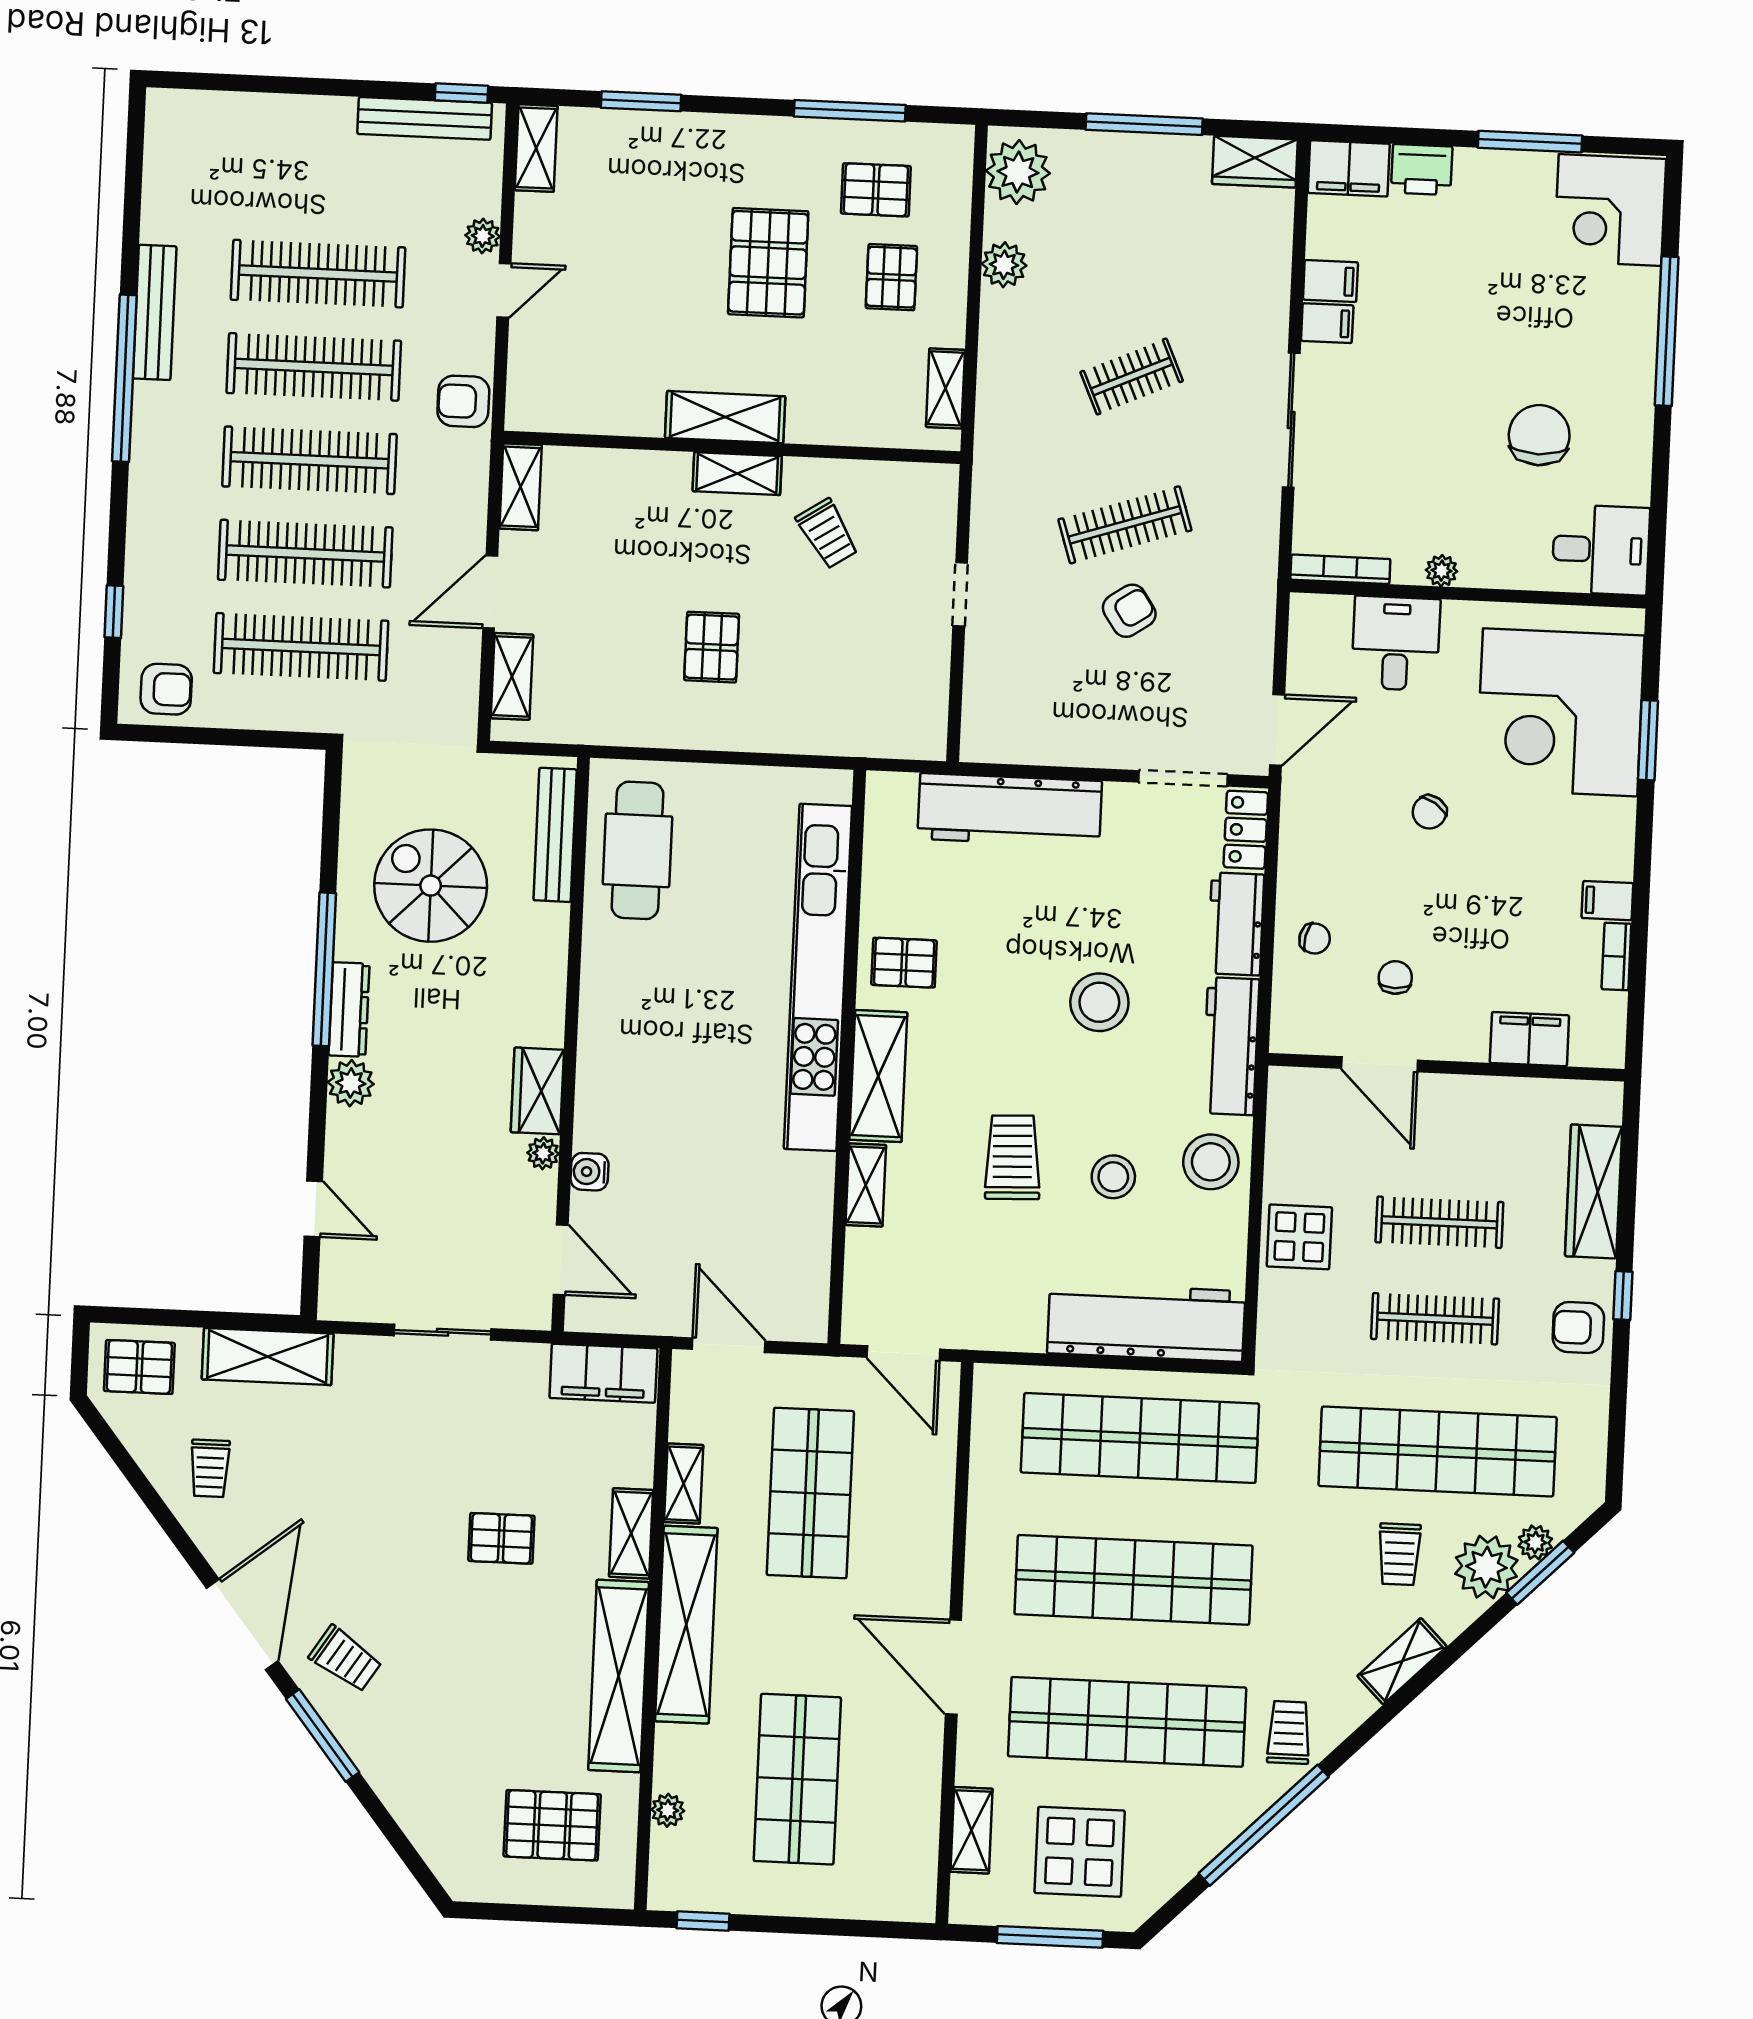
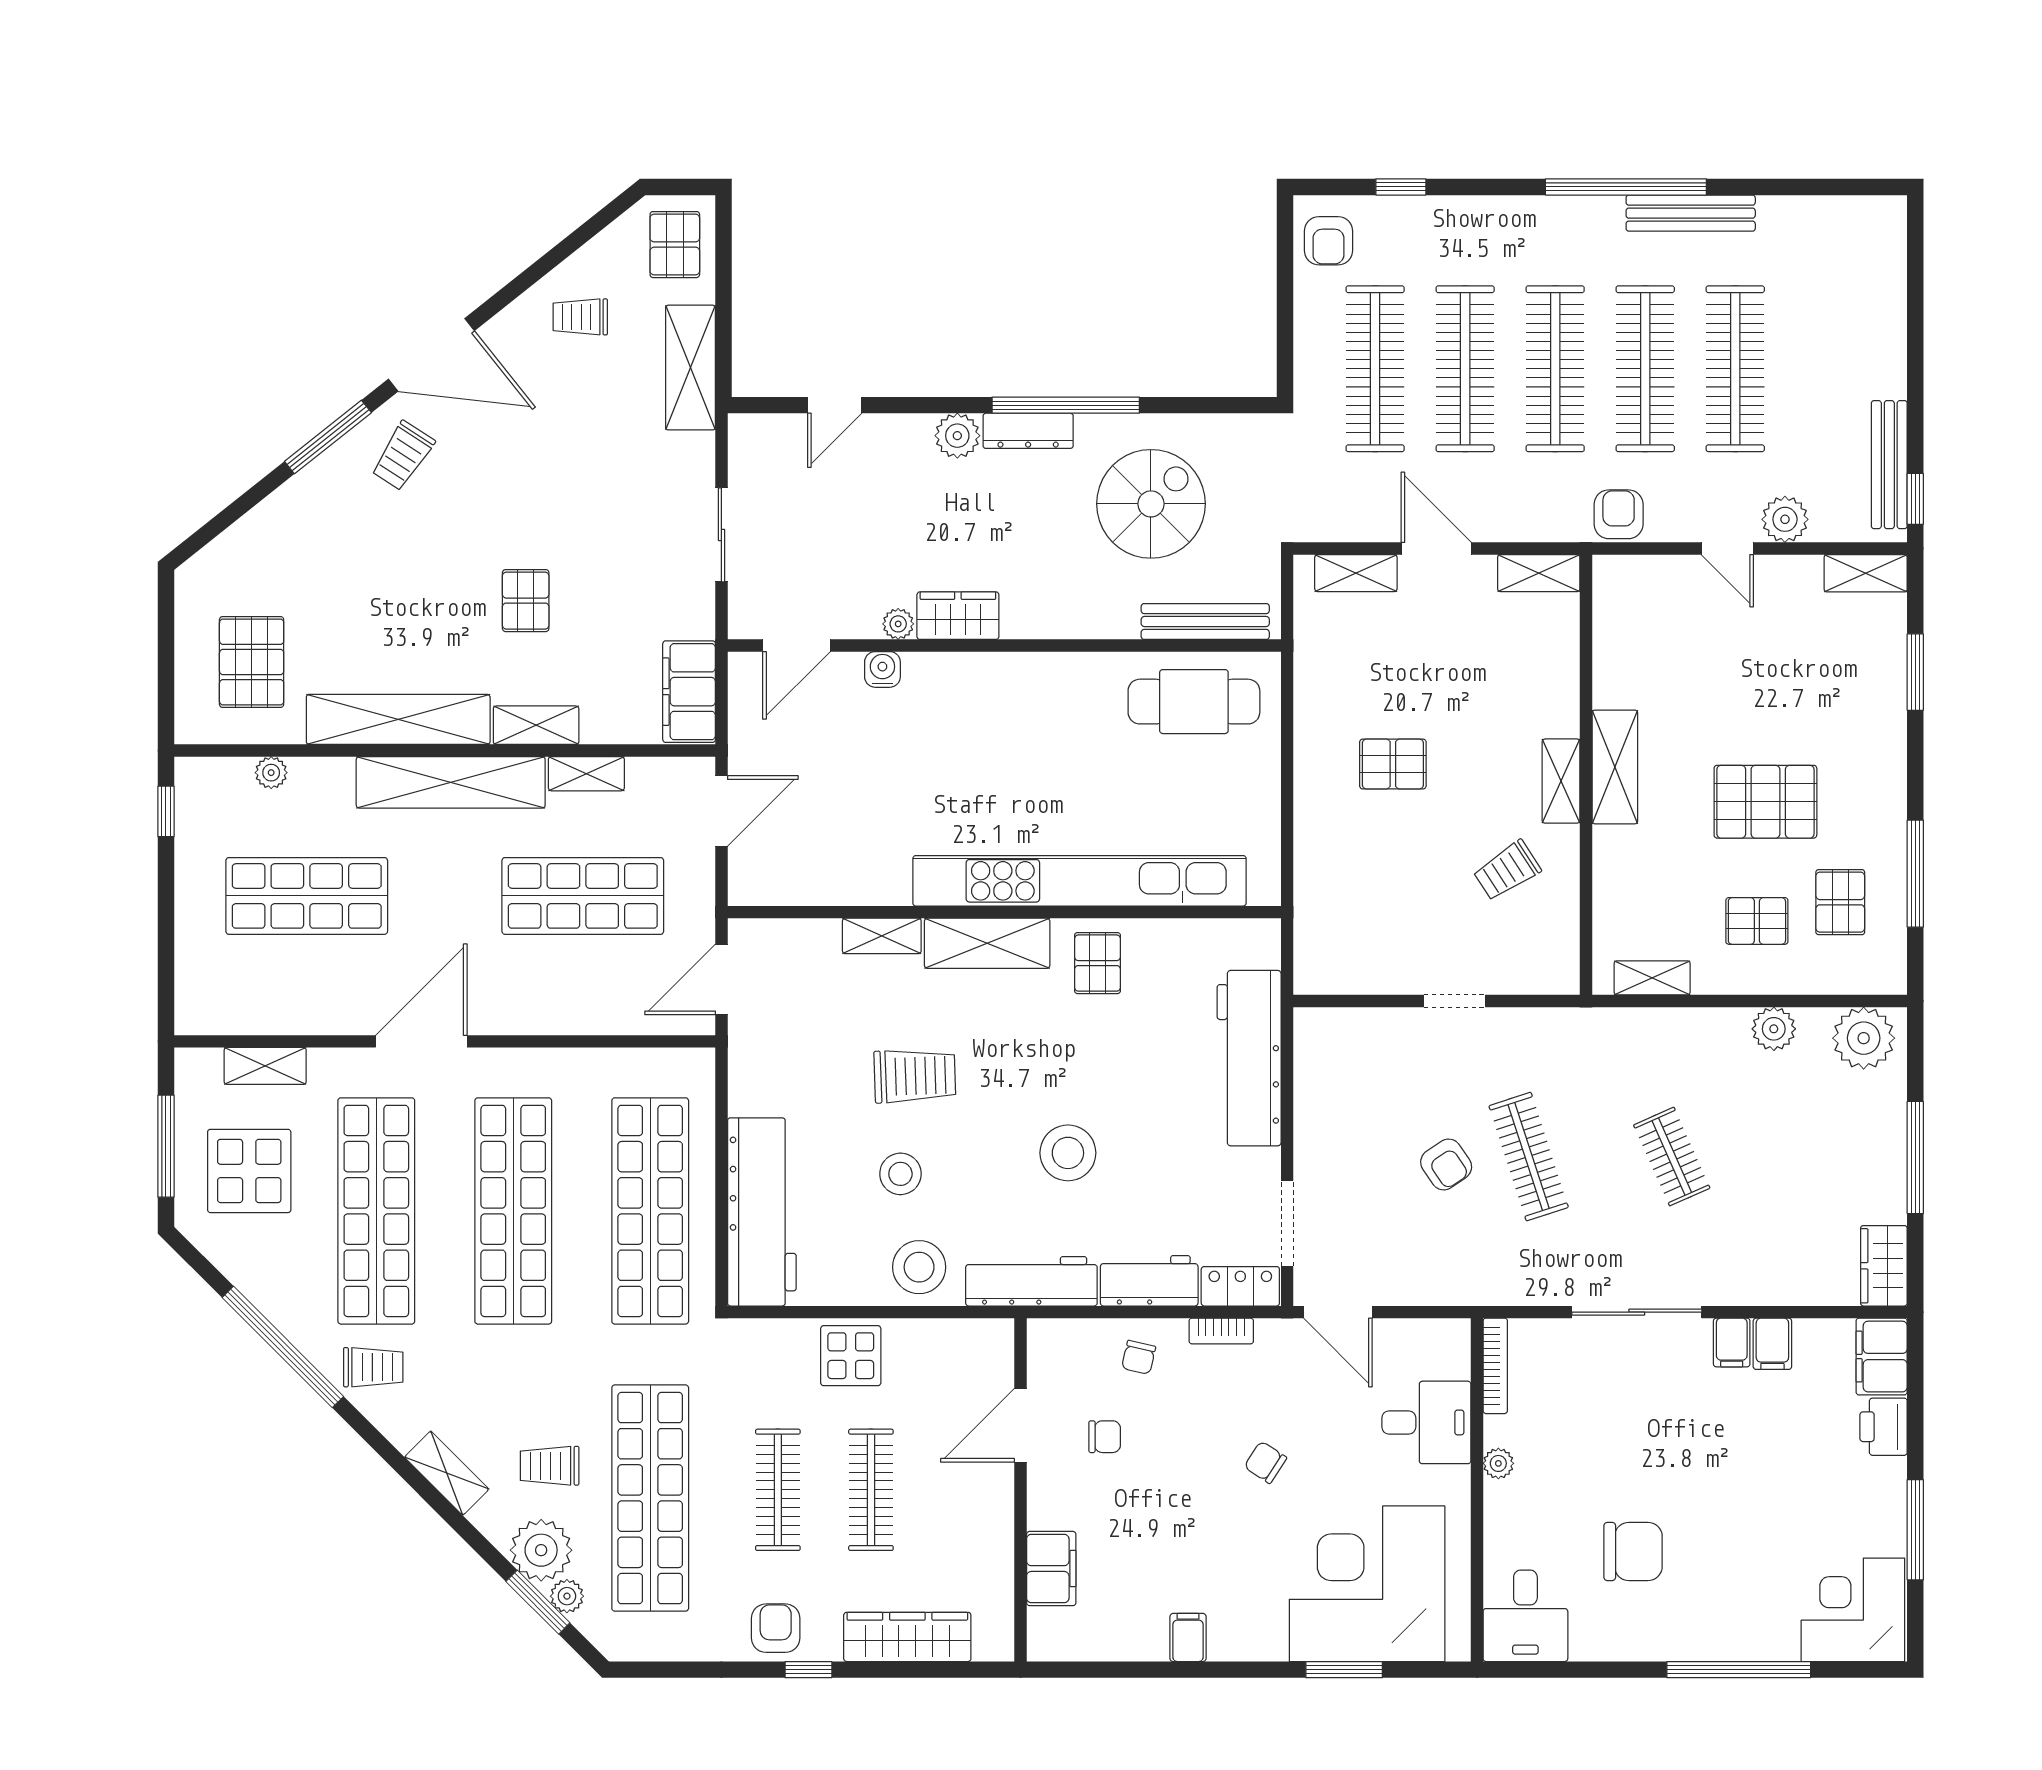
plant: (483, 236) -> (1785, 519), width x1.38, depth x1.38
bookcase: (1616, 956) -> (1221, 1331), moved, turned 180

